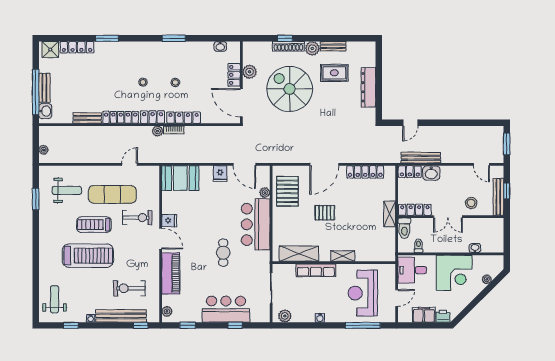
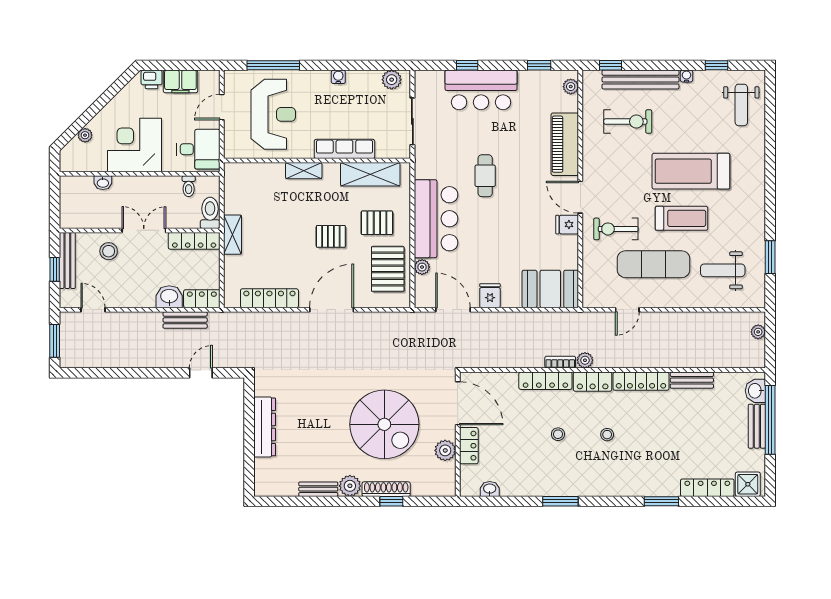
rug: (334, 73) -> (317, 449), removed
bench: (421, 158) -> (185, 320), width x0.73
pallet: (294, 222) -> (377, 223), added

